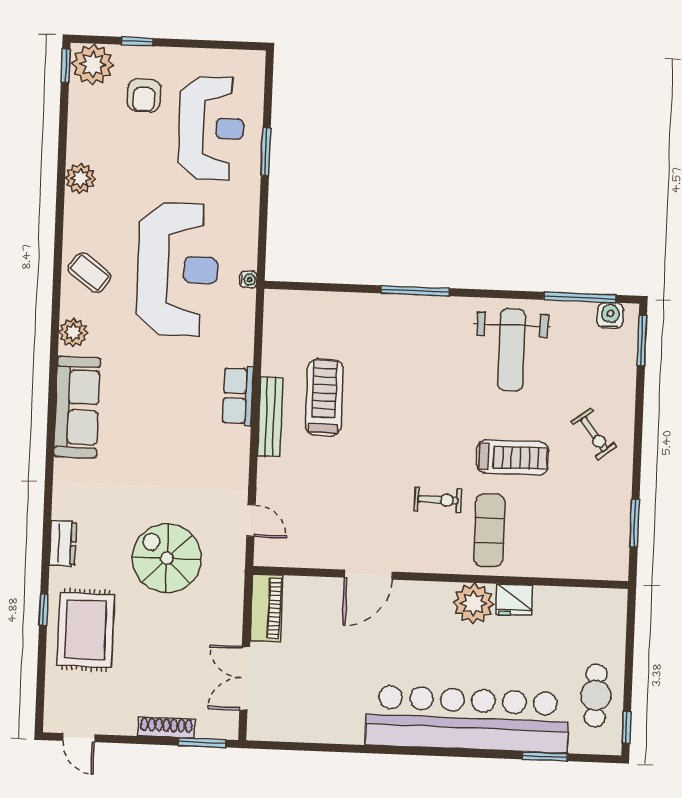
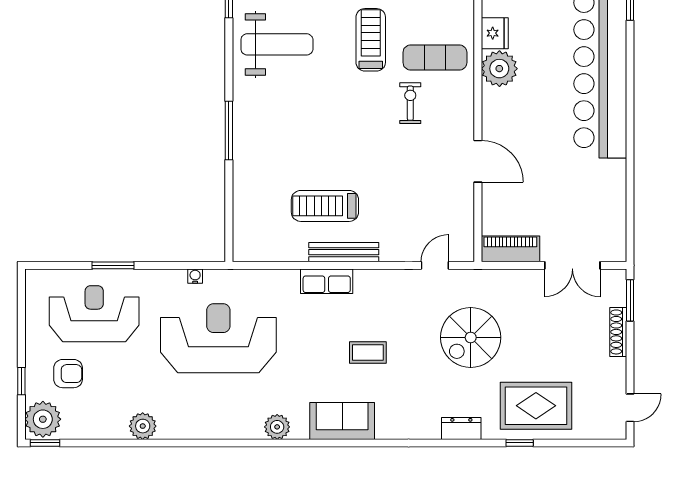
coffee table: (89, 273) -> (368, 352), moved, turned 53
water cooler: (248, 280) -> (195, 276), moved
sofa: (77, 407) -> (342, 421), width x0.73

